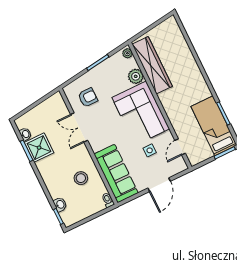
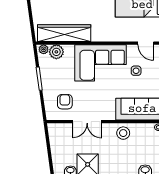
plant: (136, 76) -> (56, 52), moved
stool: (81, 178) -> (123, 133), moved

